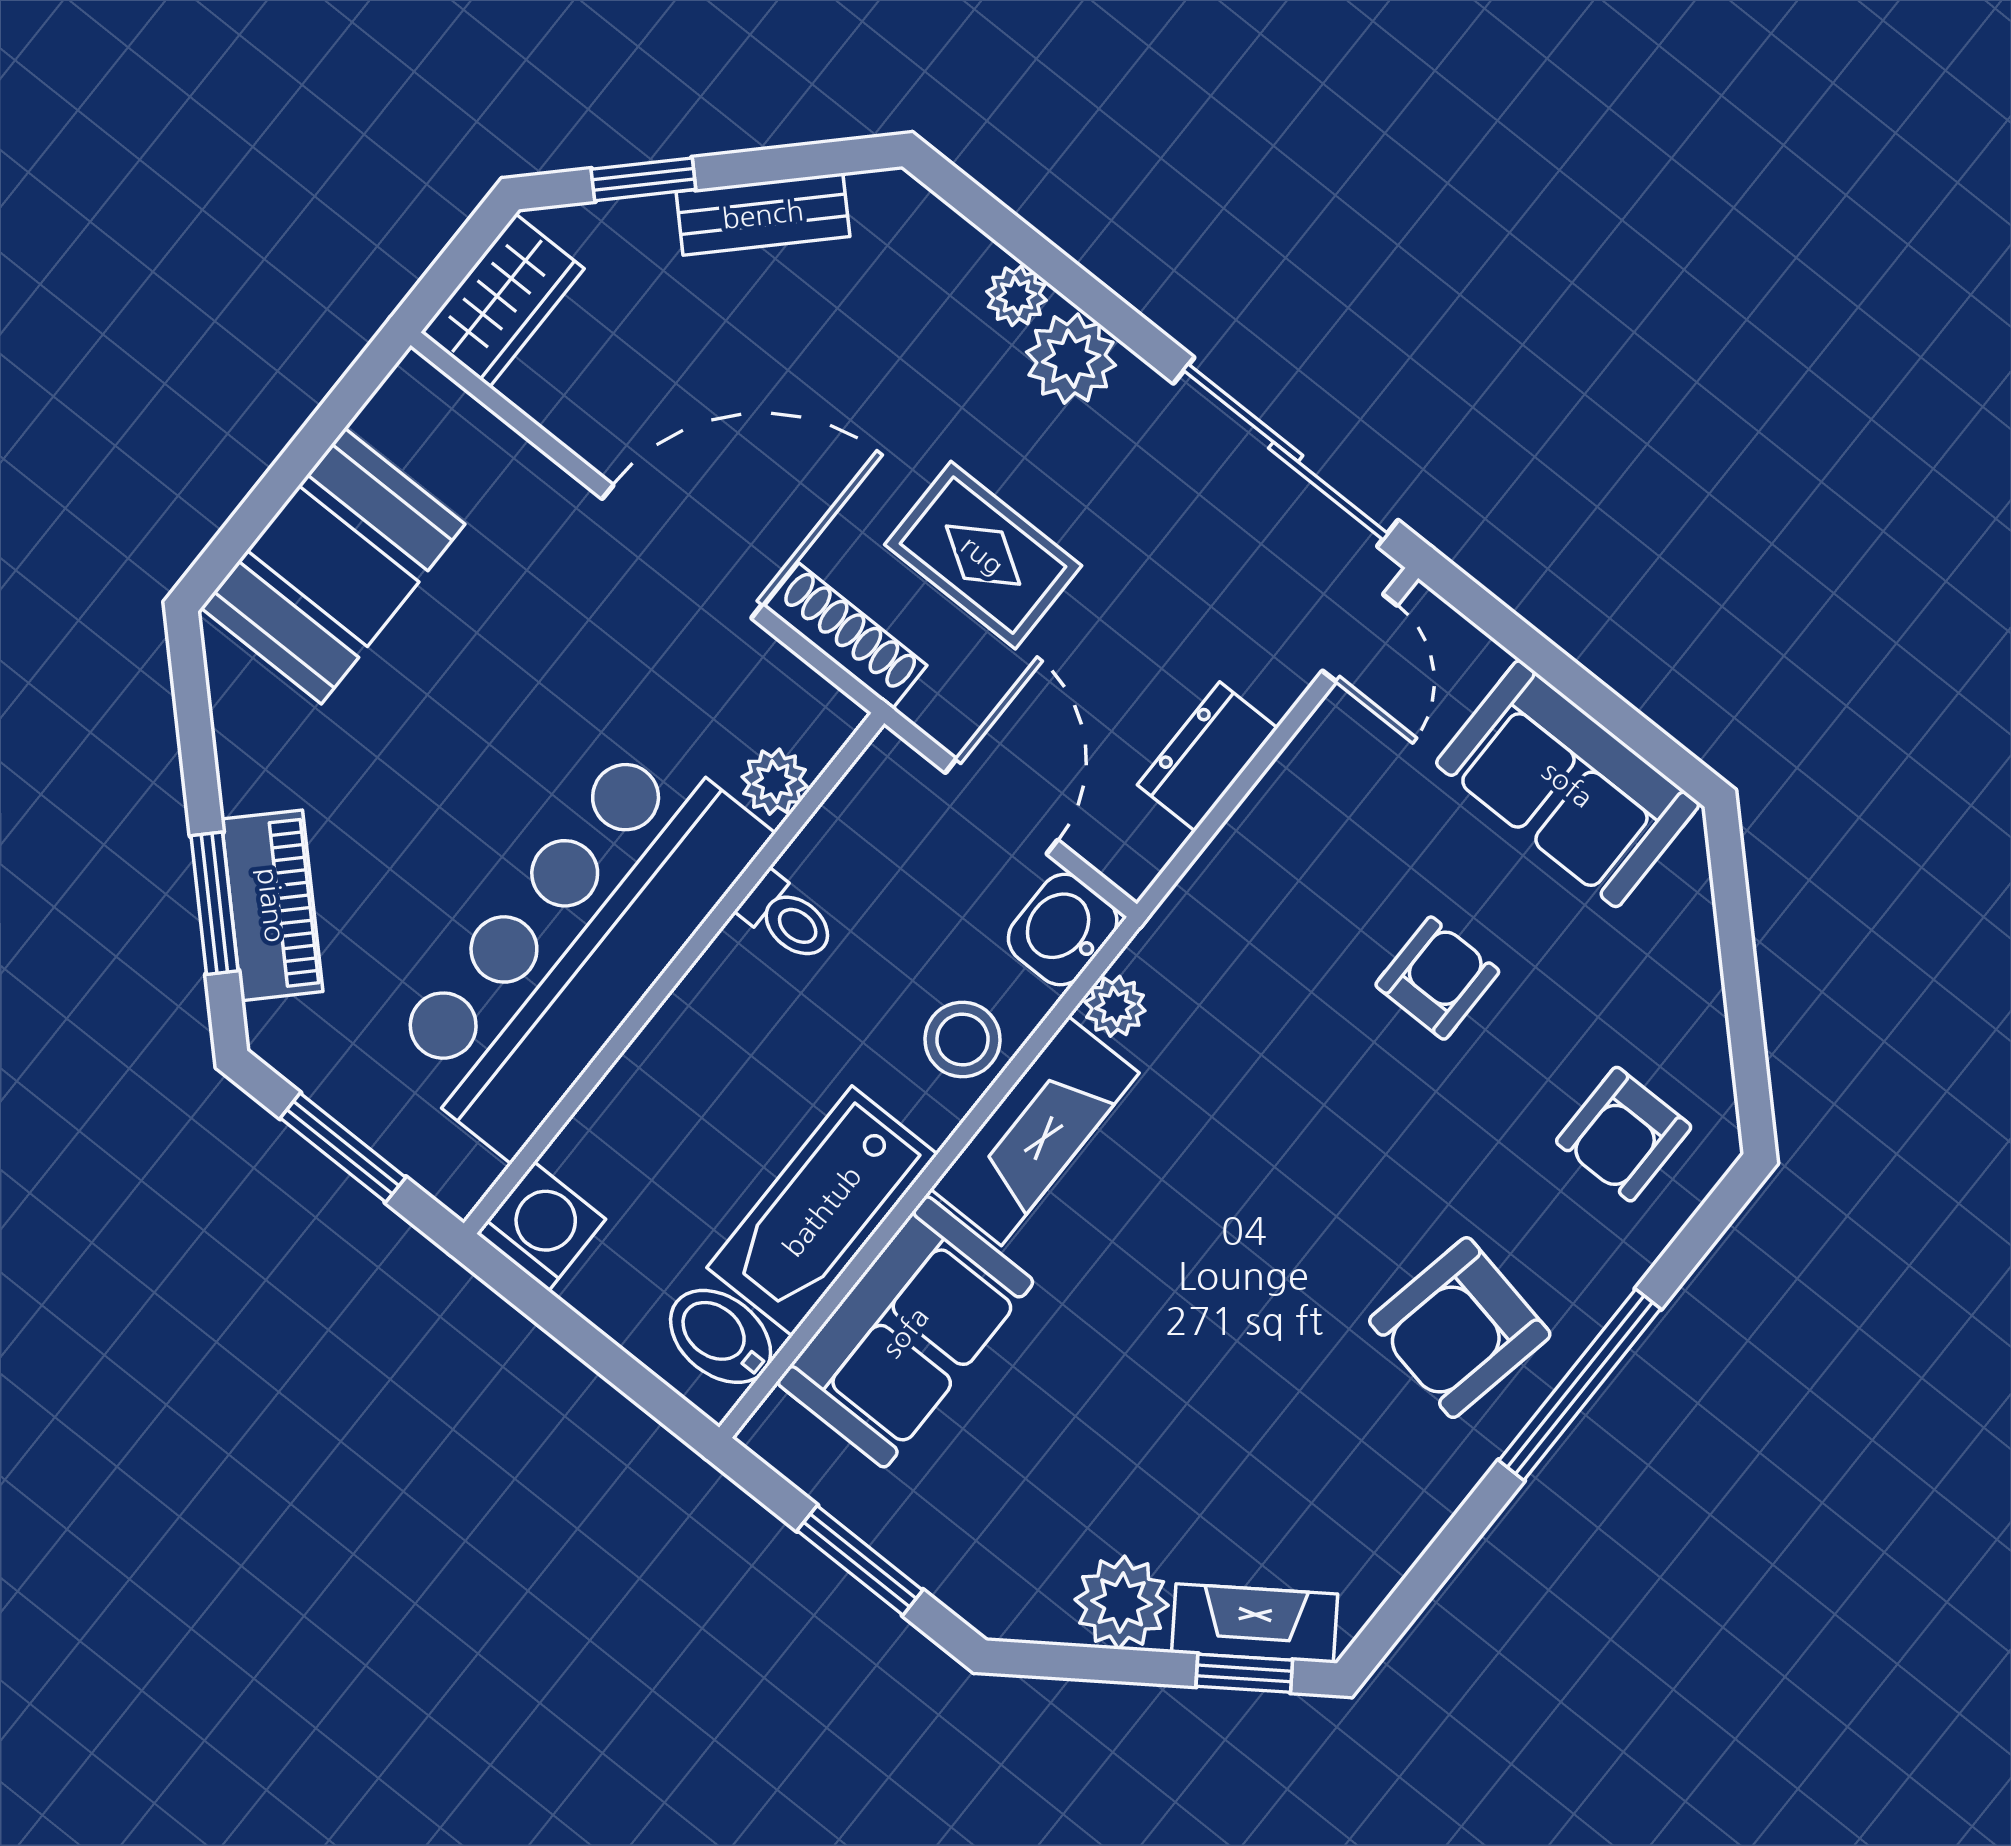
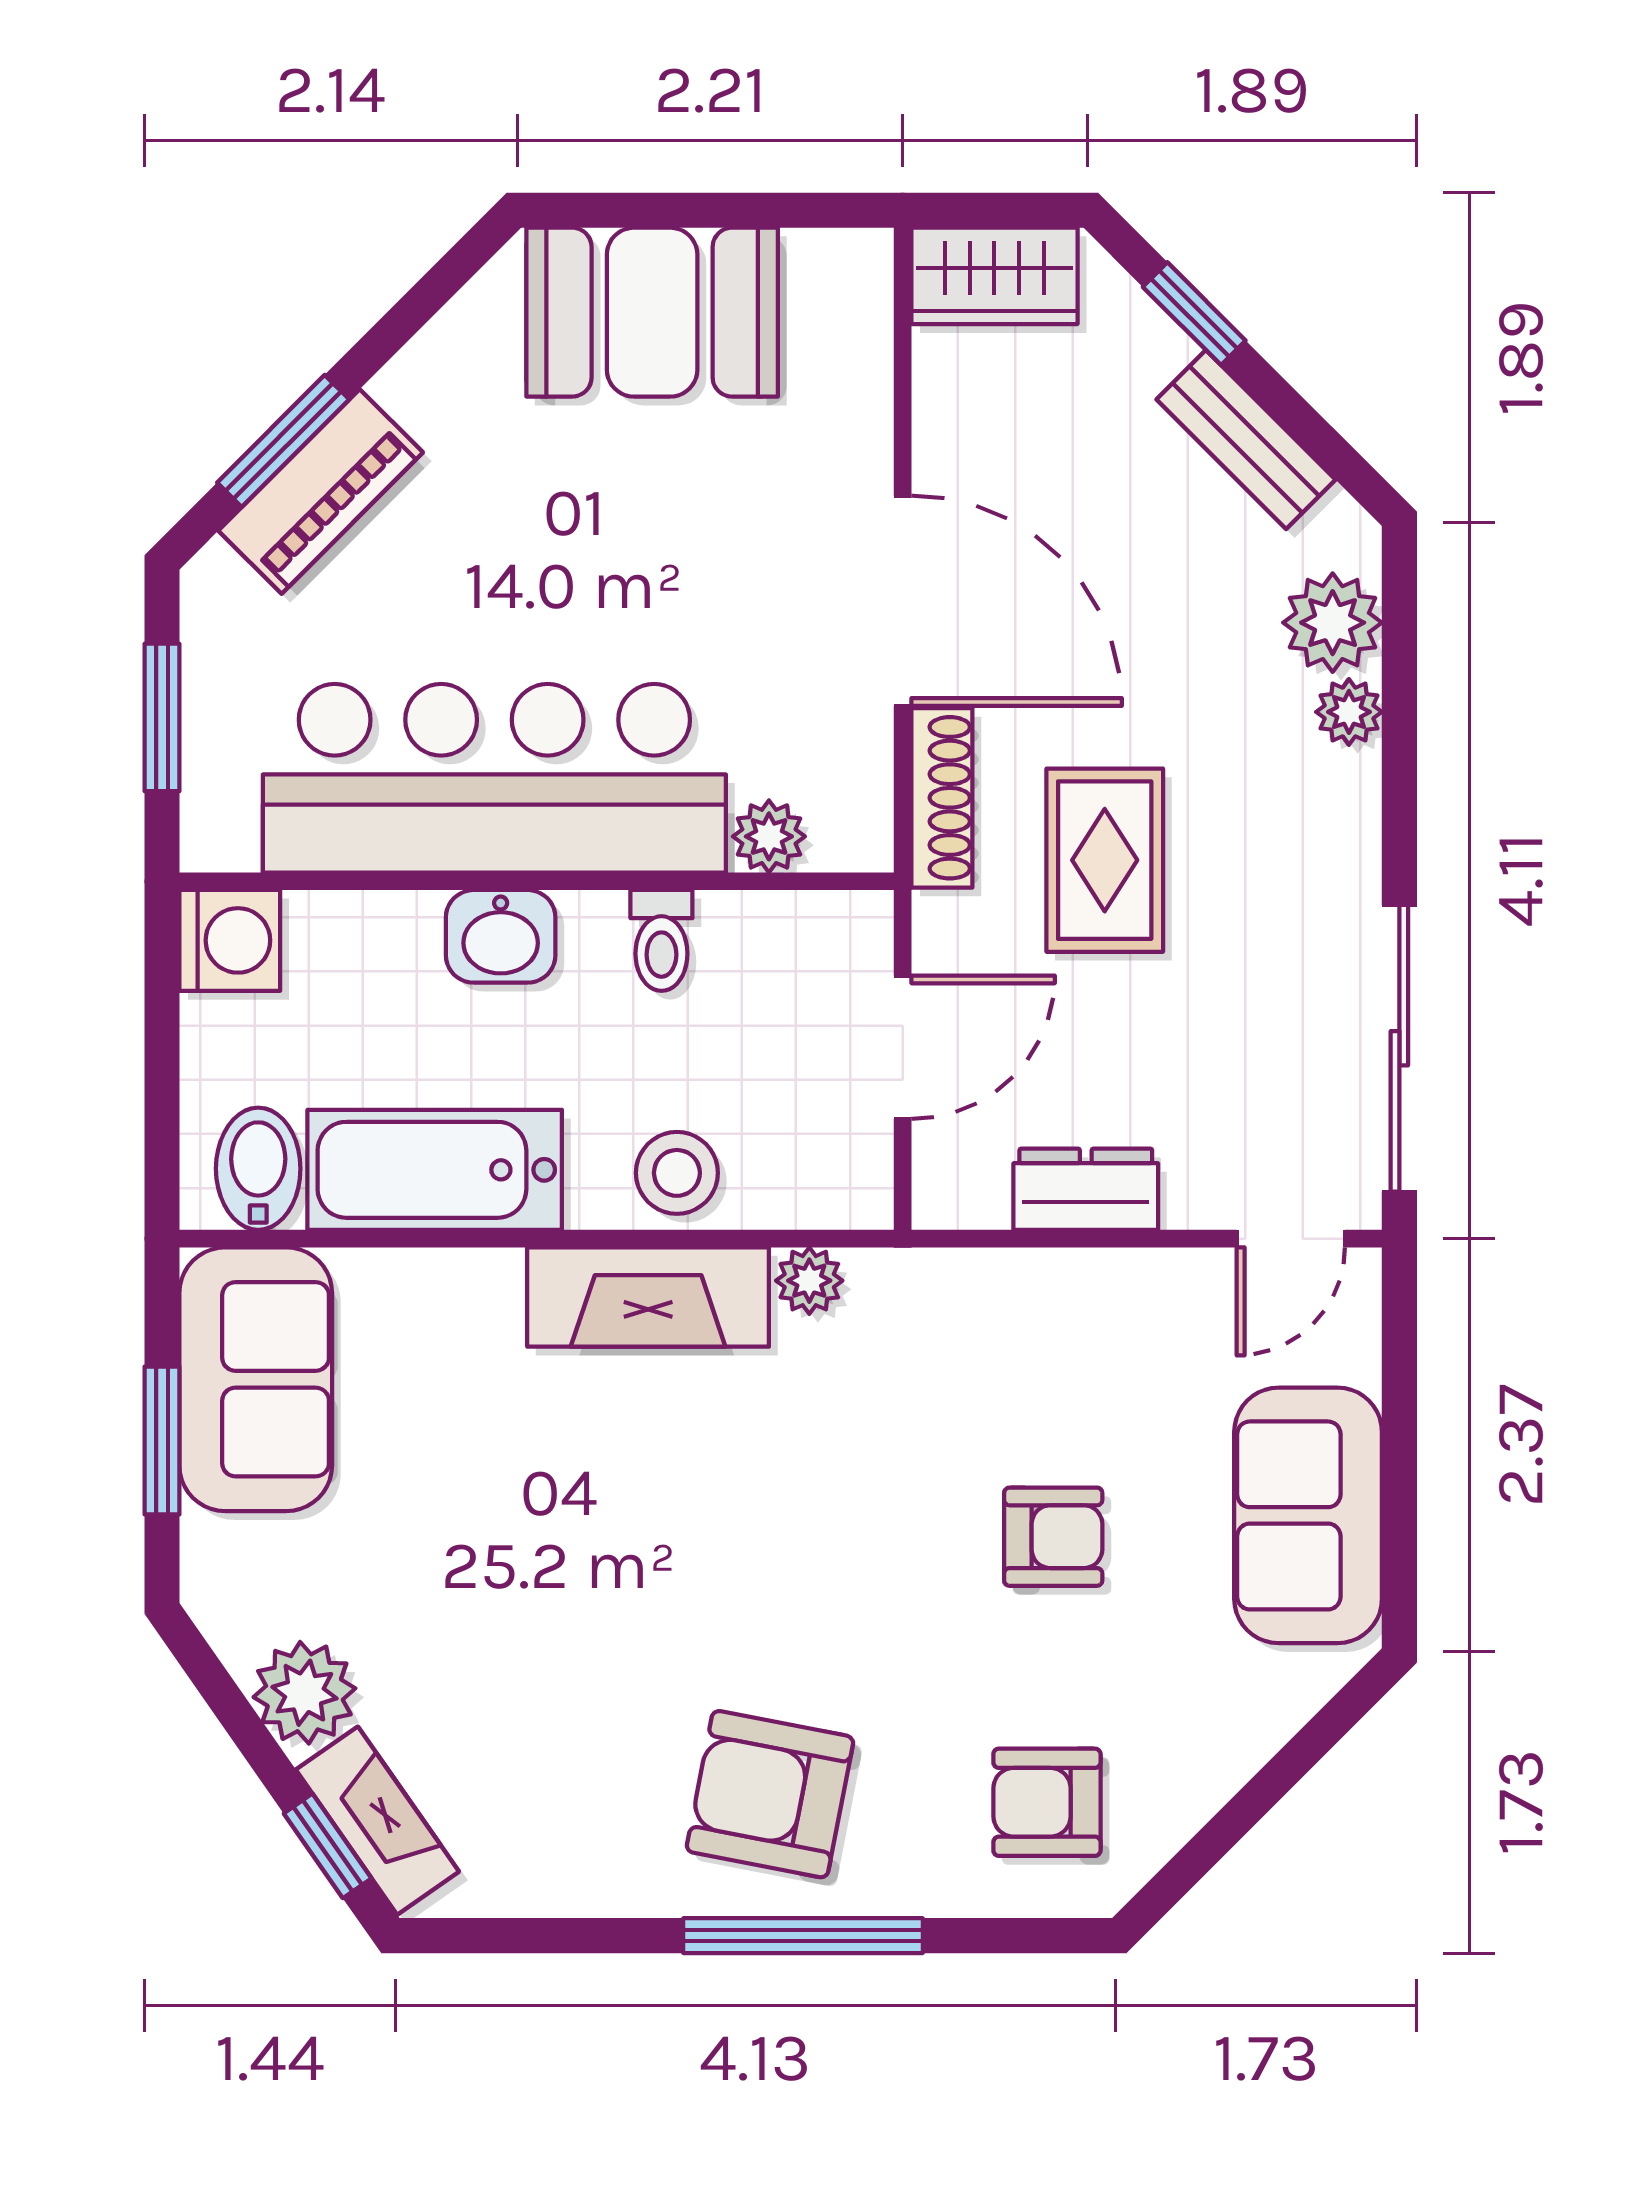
plant: (1071, 359) -> (1333, 623), moved
washbasin: (1063, 930) -> (501, 936), moved, turned 180
sofa: (905, 1332) -> (256, 1379), moved, turned -90

